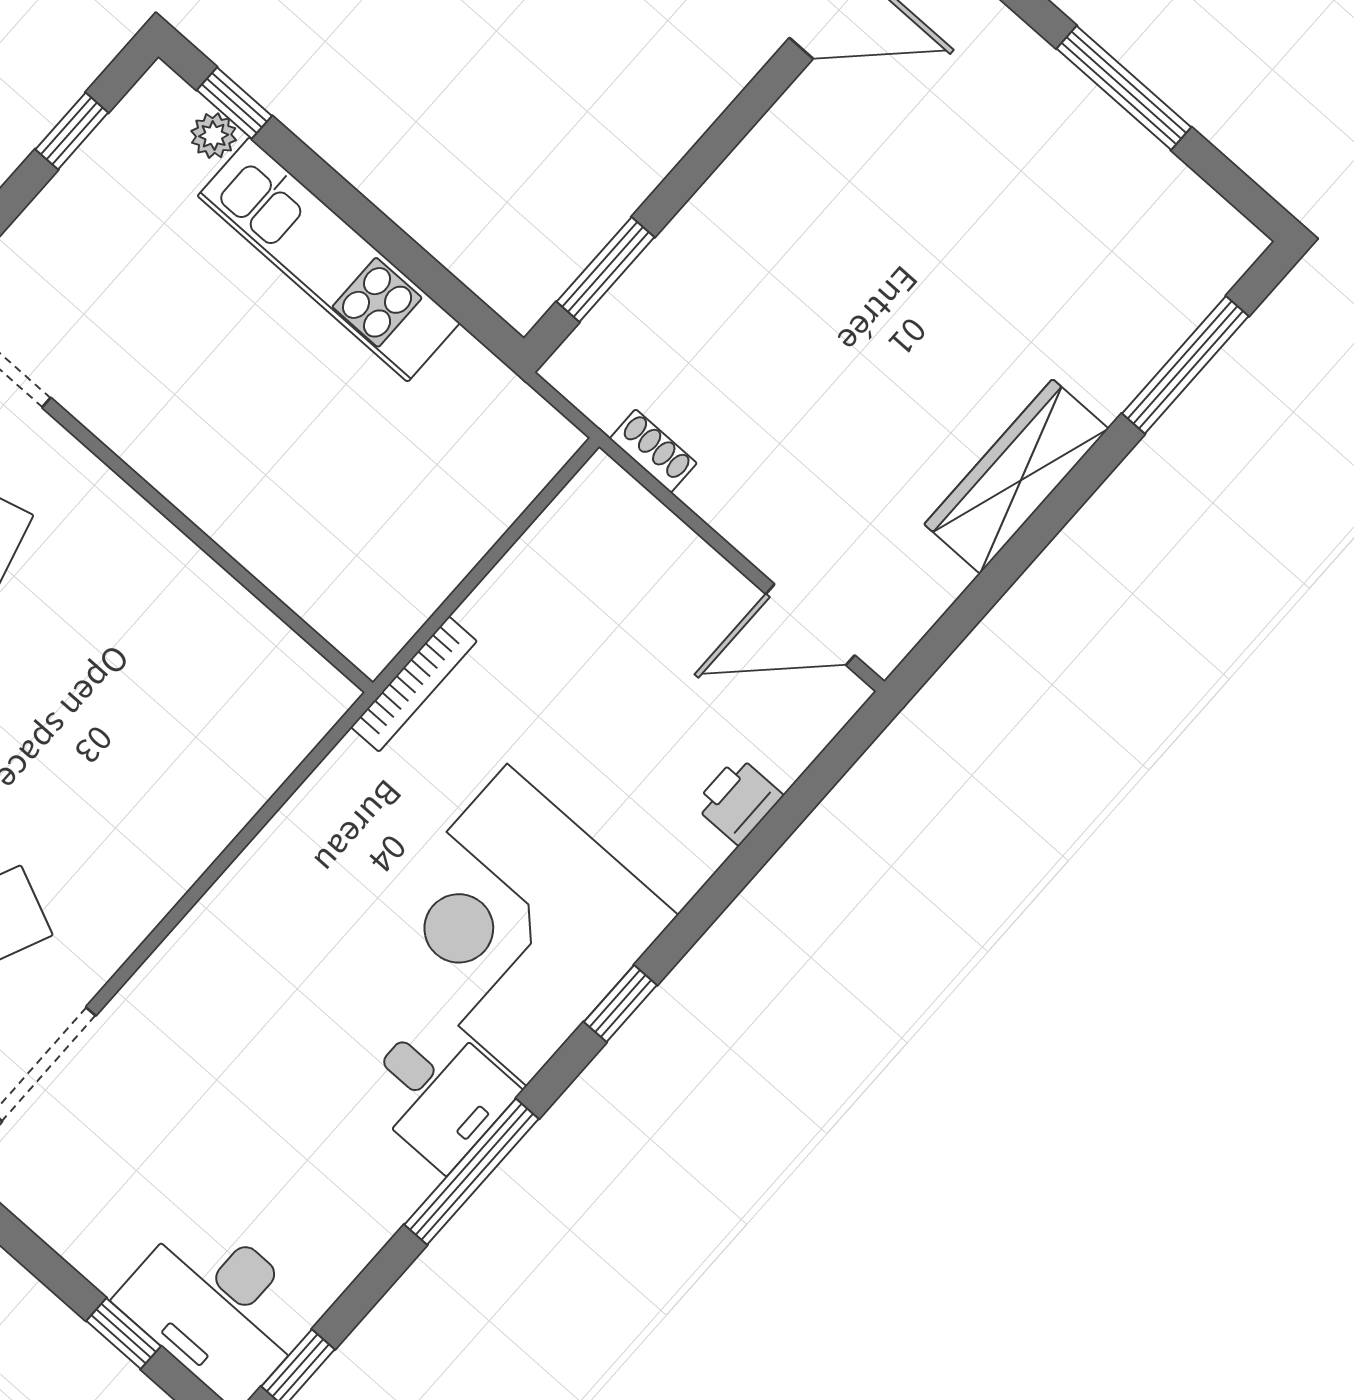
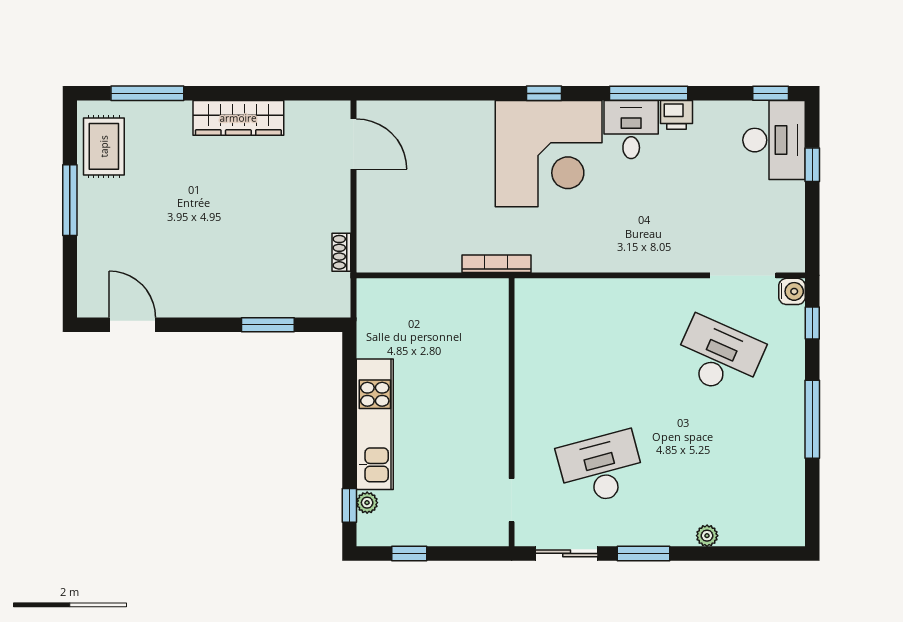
rug: (1162, 219) -> (104, 146), added
window: (606, 269) -> (268, 325), moved
printer: (738, 800) -> (676, 115), moved

